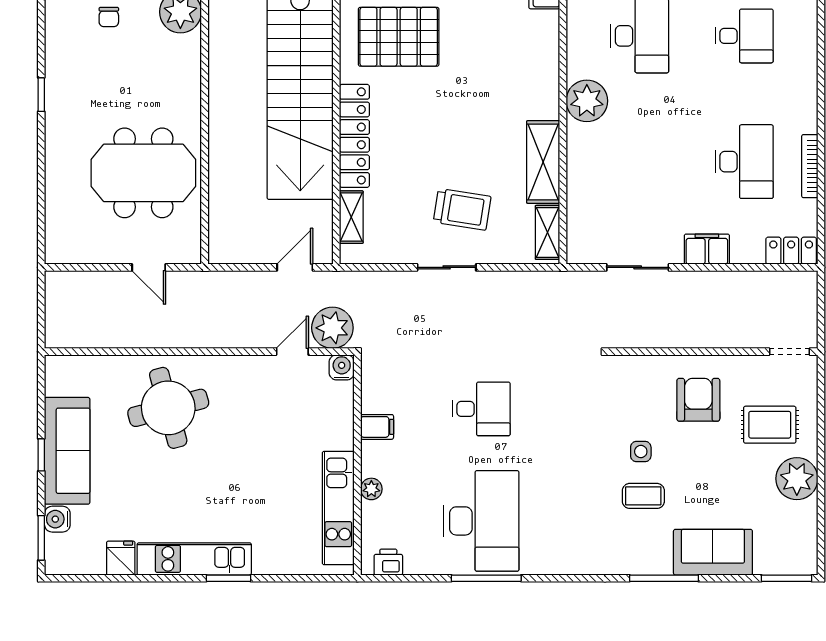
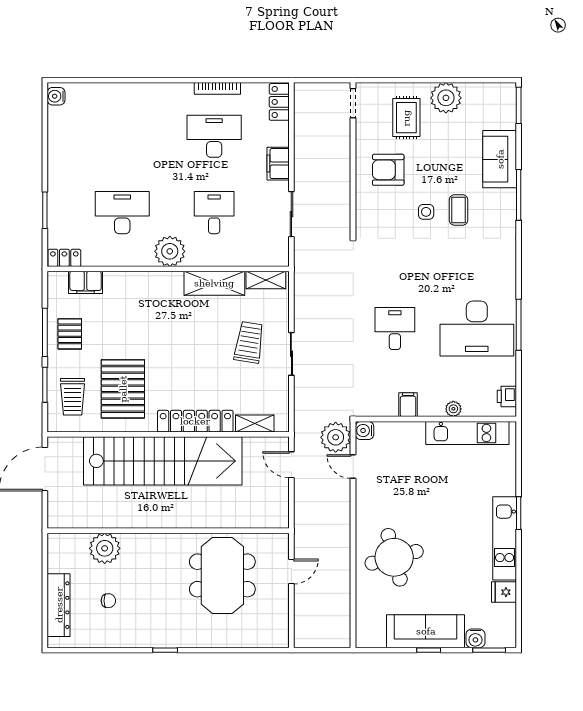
desk: (744, 36) -> (214, 213), moved
desk: (481, 521) -> (477, 329), turned 180

